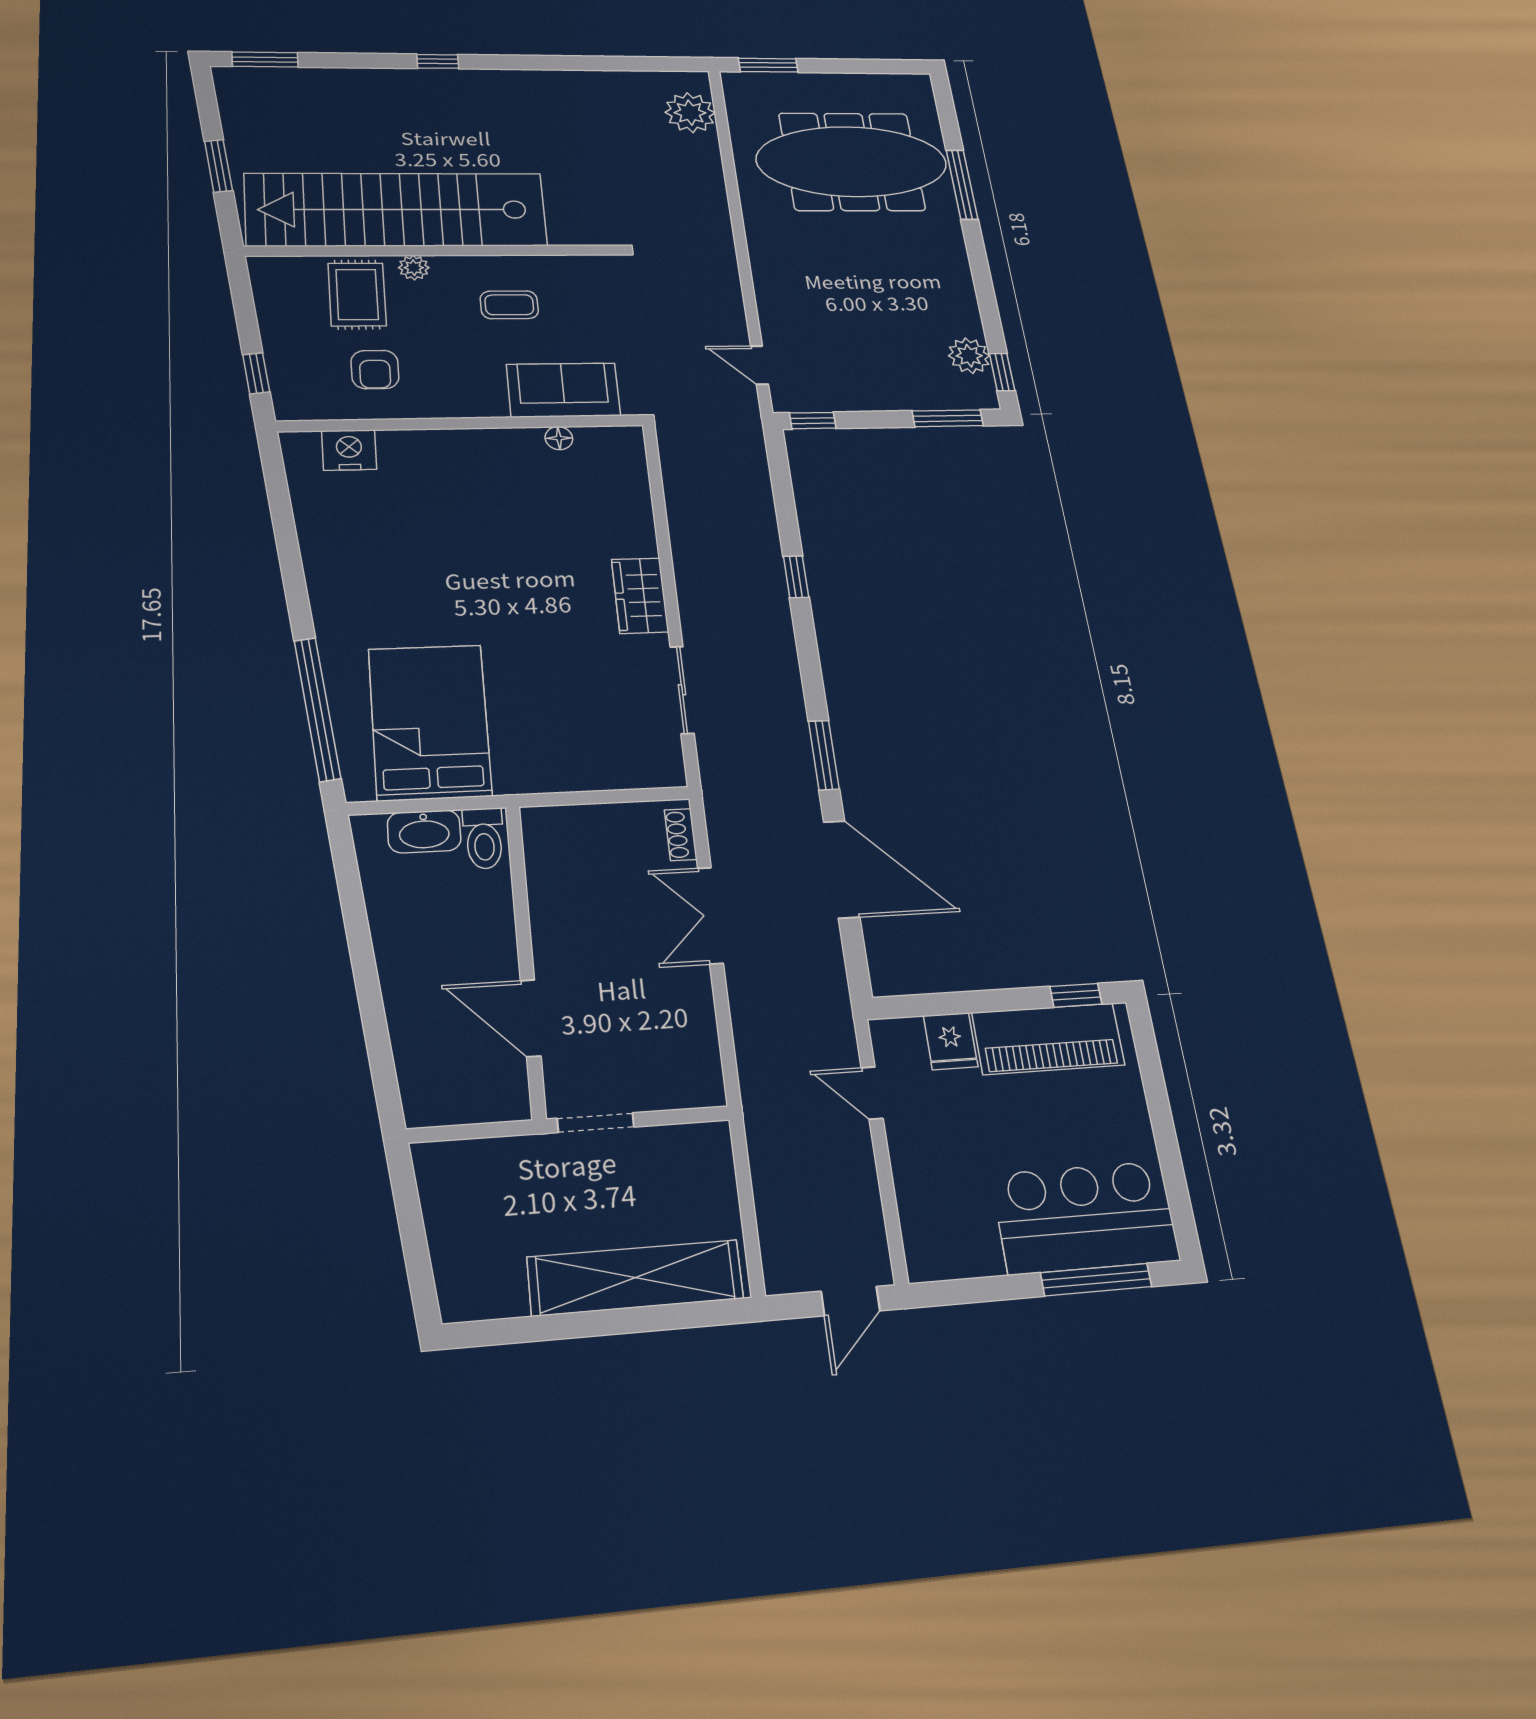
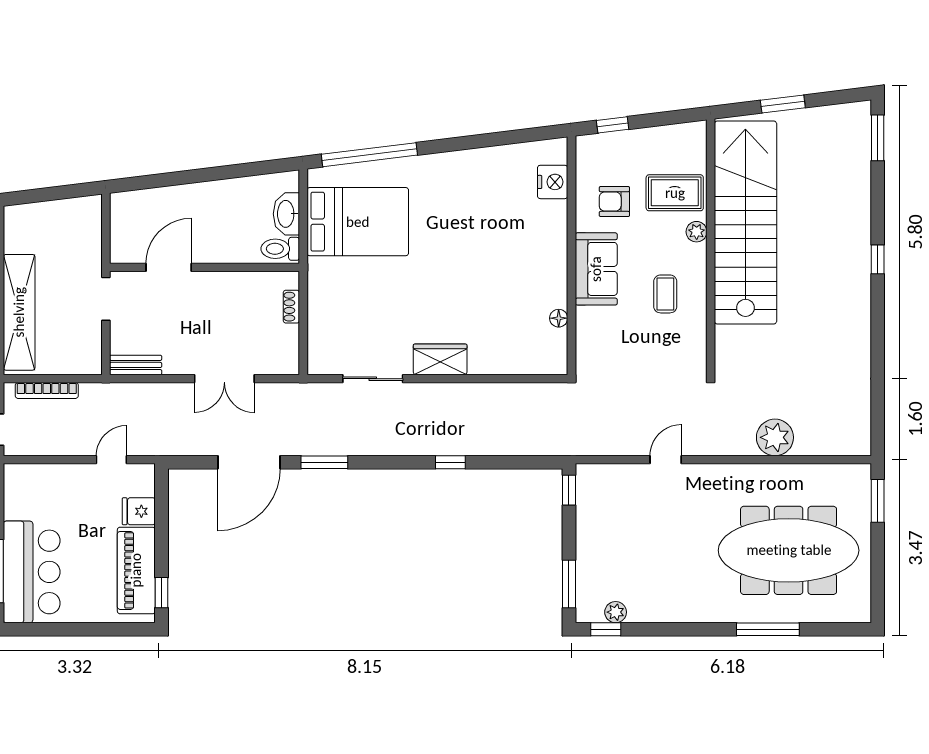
plant: (690, 113) -> (775, 437), moved
meeting table: (852, 162) -> (789, 550), turned 90
plant: (969, 356) -> (616, 612), width x0.73, depth x0.73
door: (759, 365) -> (666, 460), moved
sofa: (563, 390) -> (596, 269), moved
shoe rack: (681, 835) -> (291, 307), moved, turned -90
double door: (710, 915) -> (224, 379), swing flipped
bench: (705, 1063) -> (136, 365), added
bookcase: (769, 1216) -> (47, 391), added

